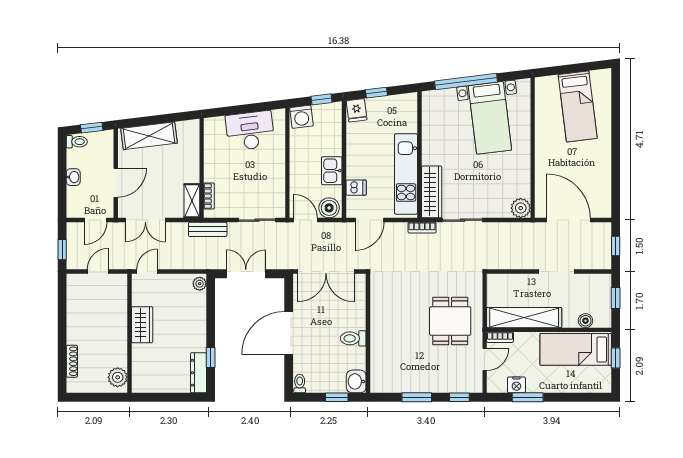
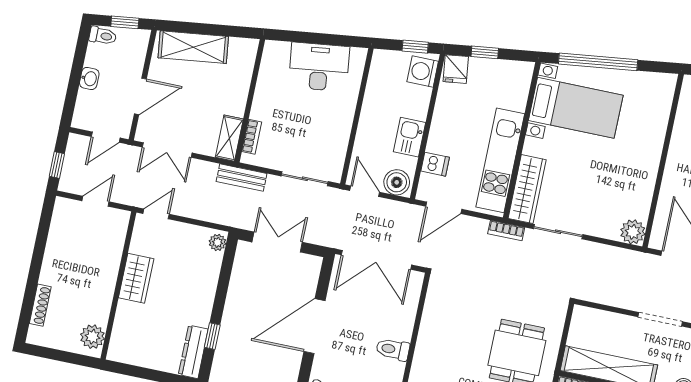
washing machine: (301, 117) -> (423, 71), moved, turned 97
bed with nightstands: (490, 118) -> (576, 108), moved, turned -83

